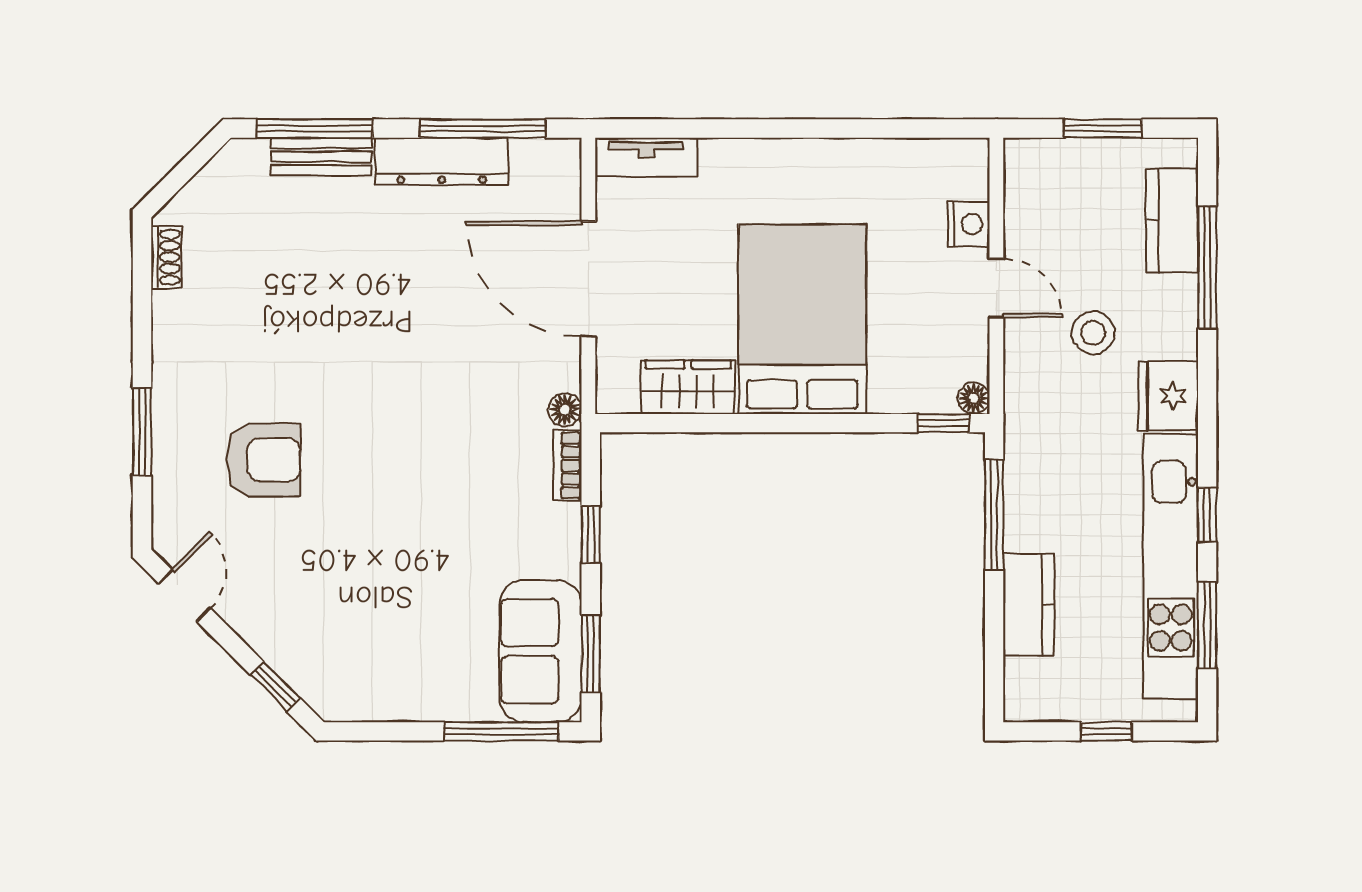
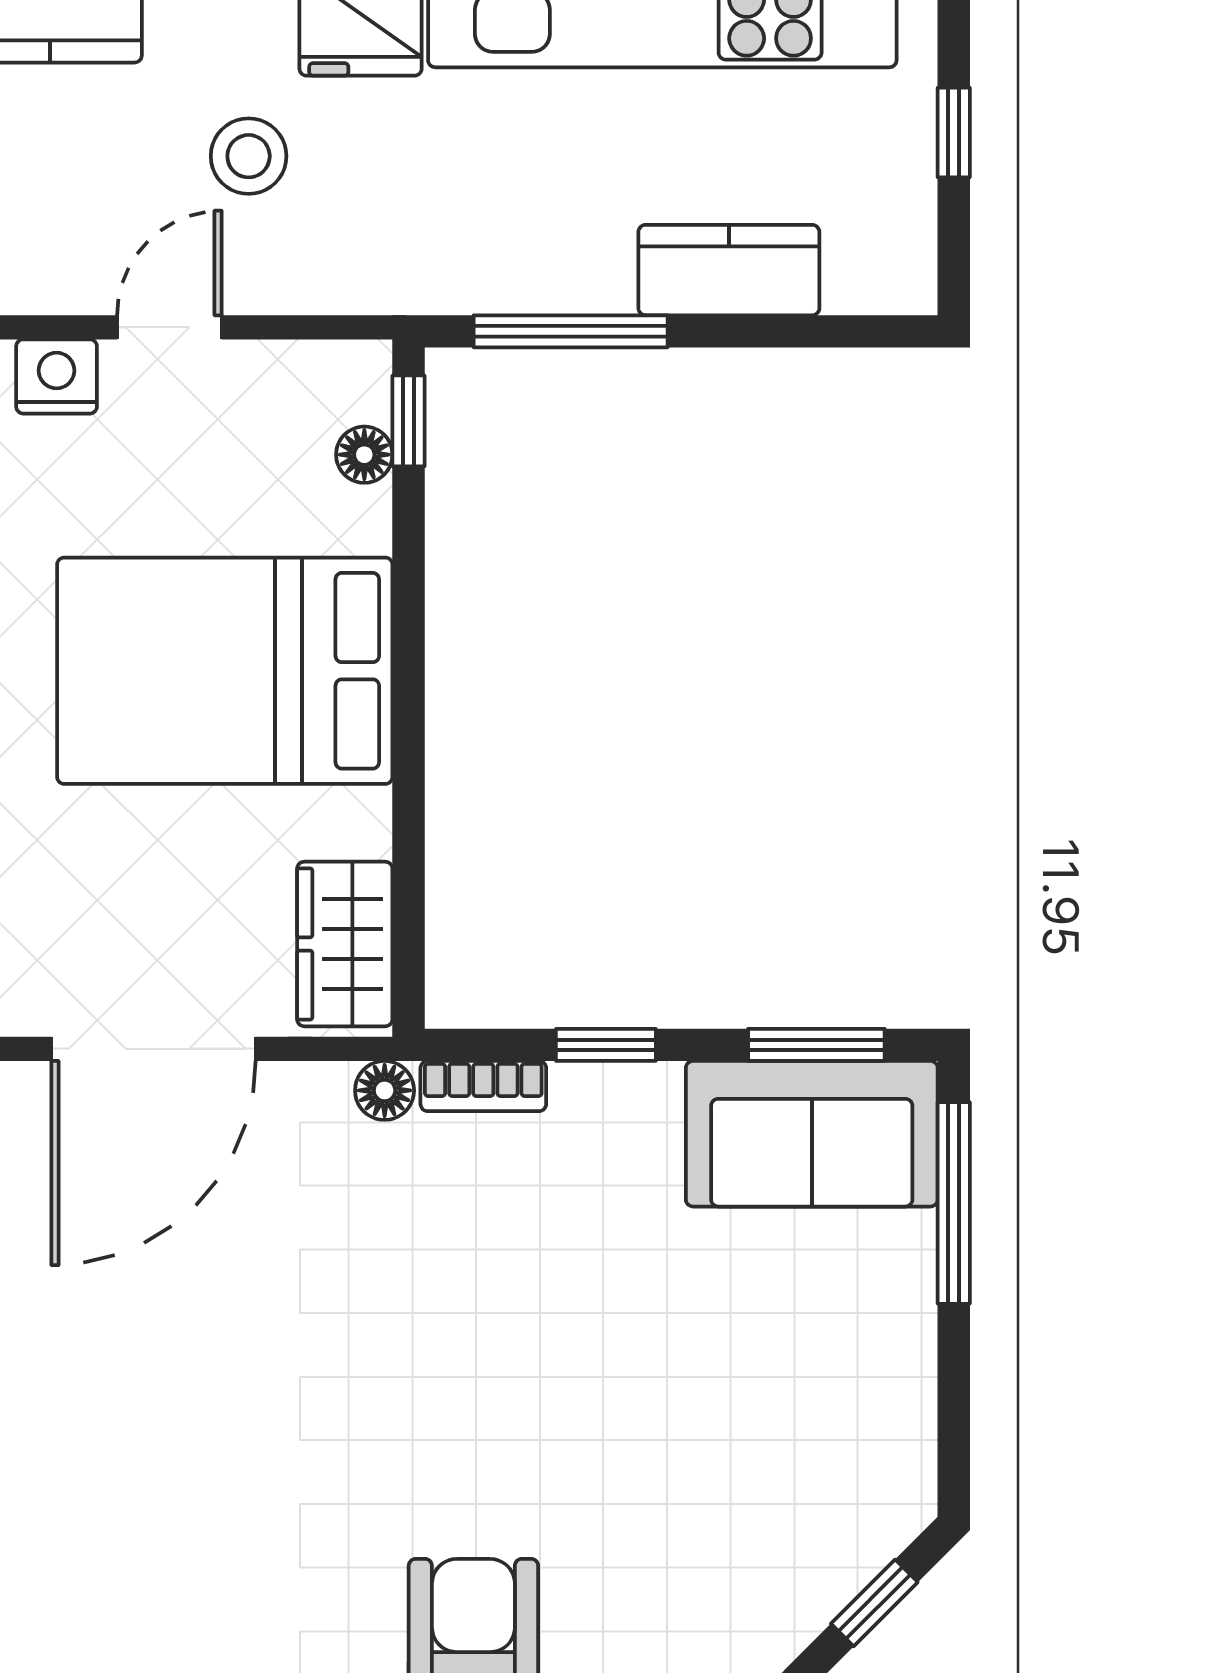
wardrobe: (688, 387) -> (345, 944), moved
floor lamp: (974, 398) -> (364, 455), moved

